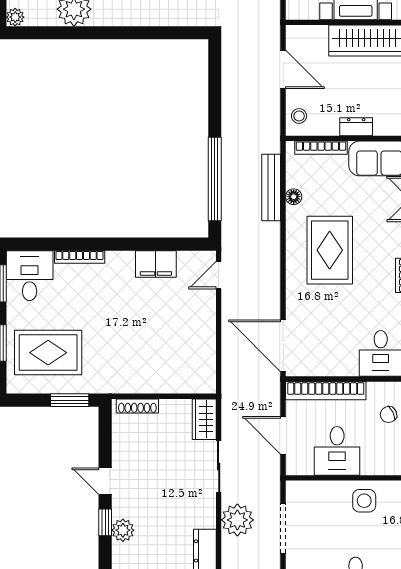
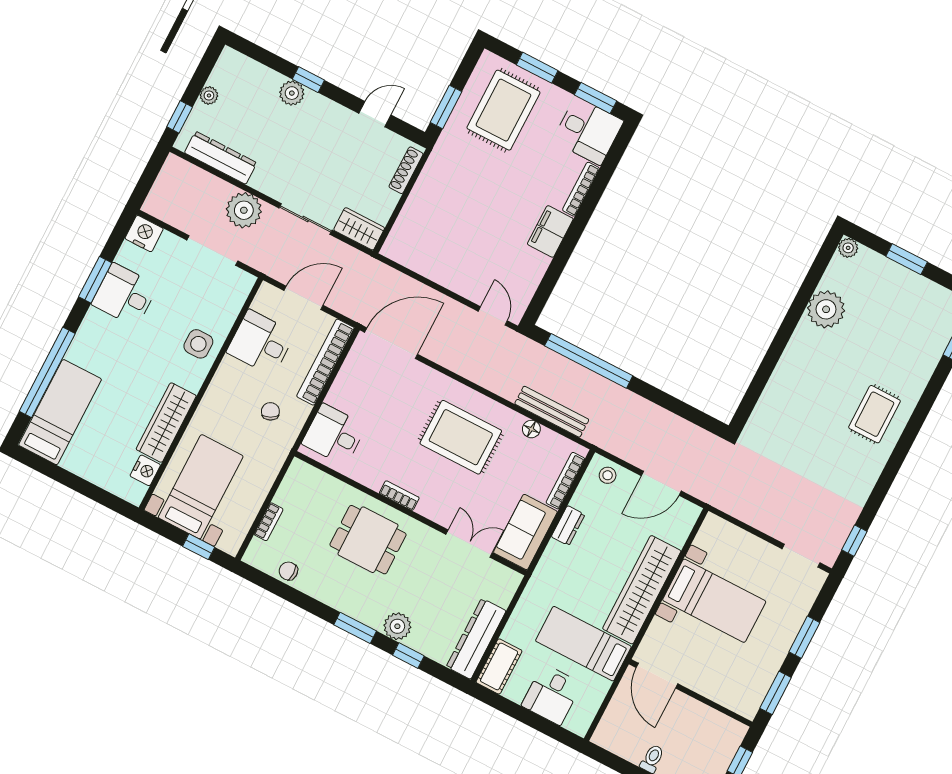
filing cabinet: (156, 264) -> (550, 231), moved
door: (105, 481) -> (375, 114), moved

